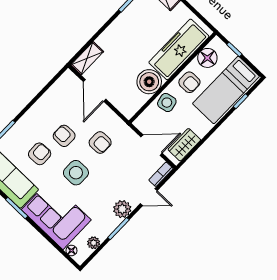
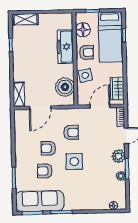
freezer: (179, 49) -> (65, 47), width x0.73, depth x0.79
boiler: (149, 82) -> (65, 87), moved
door: (95, 90) -> (40, 108), hinge flipped
armchair: (40, 154) -> (45, 171), turned -88
corner sofa: (56, 215) -> (86, 195), removed
plant: (94, 243) -> (121, 176), moved

